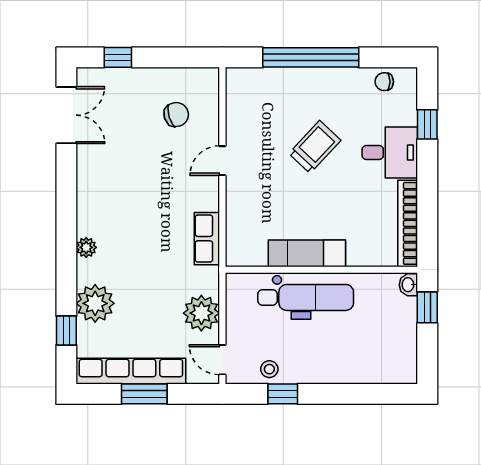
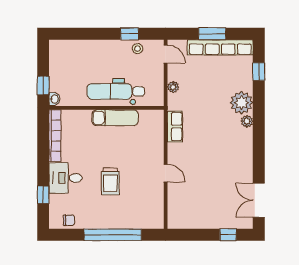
chair: (176, 115) -> (193, 201), removed
trolley: (315, 147) -> (110, 181), turned -43
door: (222, 161) -> (166, 173), hinge flipped
plant: (95, 303) -> (242, 103), moved
plant: (201, 313) -> (173, 87), width x0.53, depth x0.53

